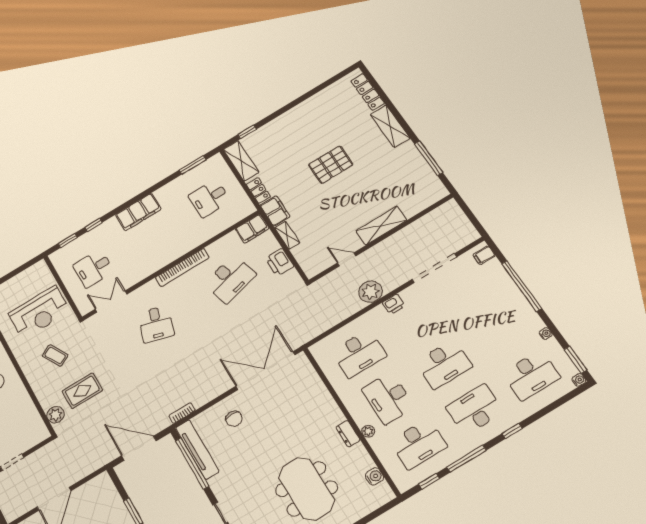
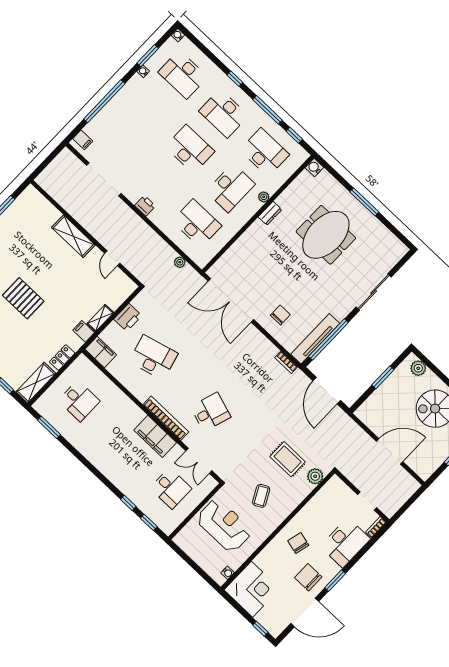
filing cabinet: (275, 211) -> (84, 331), width x0.50
filing cabinet: (138, 212) -> (155, 436), moved, turned 180
bookcase: (182, 268) -> (166, 418), moved
plant: (370, 292) -> (180, 262), moved, width x0.53, depth x0.53
window: (575, 360) -> (148, 56), moved
desk: (531, 375) -> (183, 75), turned 180
water cooler: (374, 477) -> (314, 168), moved

